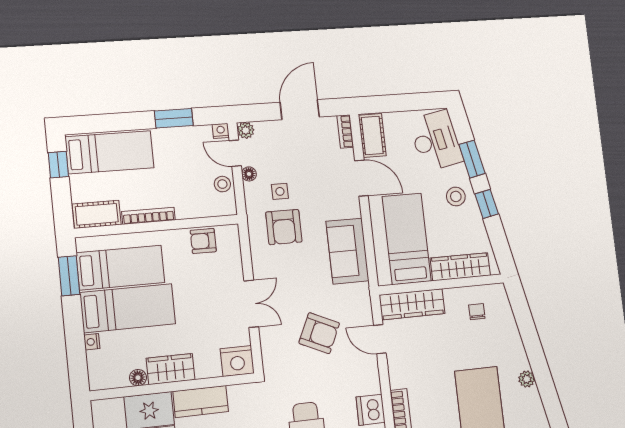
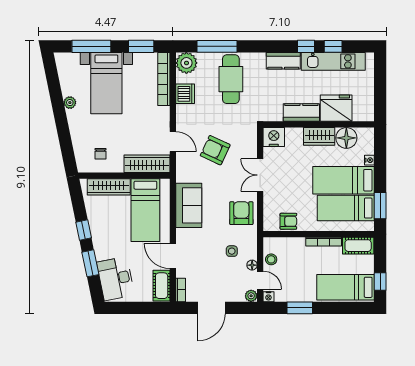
stool: (456, 196) -> (106, 237), removed
armchair: (284, 227) -> (241, 213), moved
floor lamp: (138, 378) -> (346, 138), width x1.89, depth x1.89

